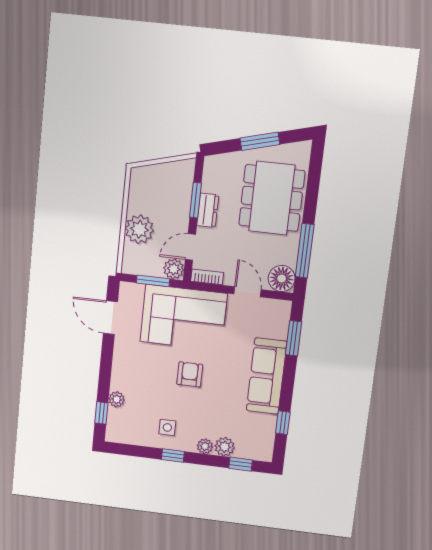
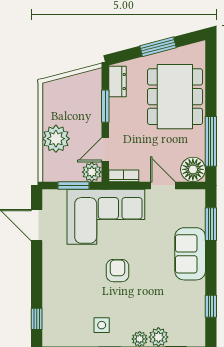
dresser: (208, 210) -> (118, 82), moved
sofa: (267, 376) -> (190, 254), width x0.73
plant: (117, 399) -> (50, 304), removed

